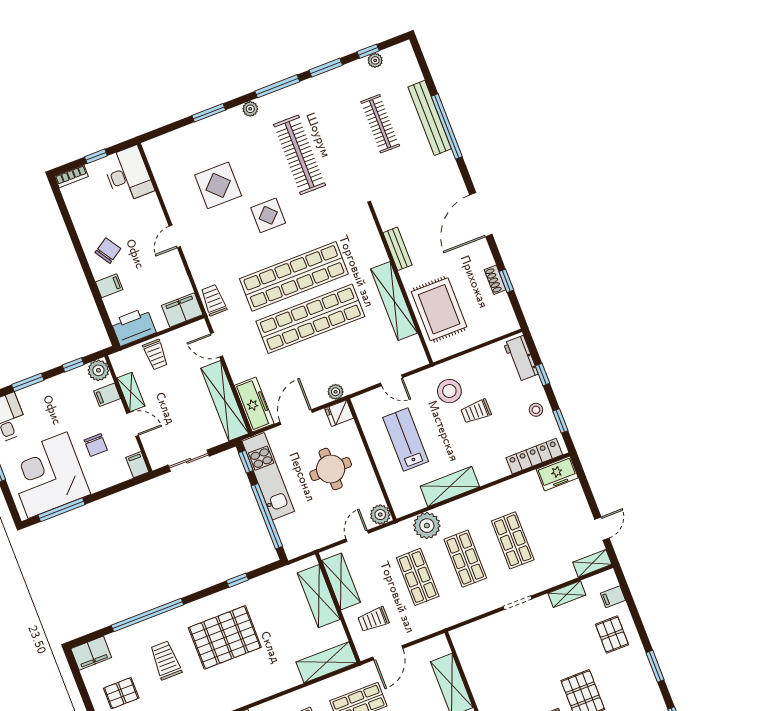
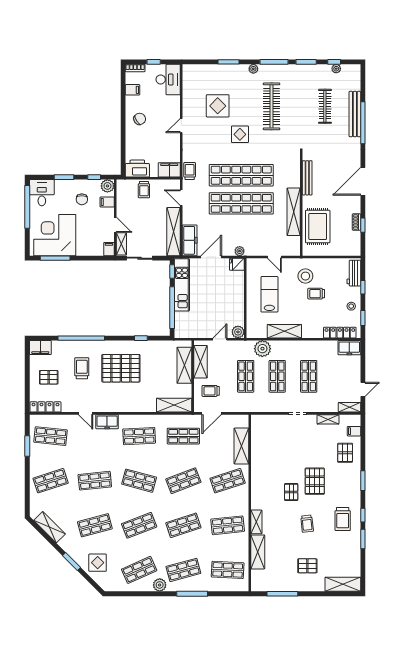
bench: (398, 249) -> (307, 178), width x1.36
filing cabinet: (109, 286) -> (133, 90), moved
shelving: (131, 392) -> (121, 244), moved
chair: (96, 445) -> (82, 199), moved
round table: (331, 469) -> (220, 295), removed

